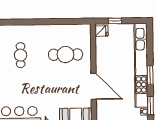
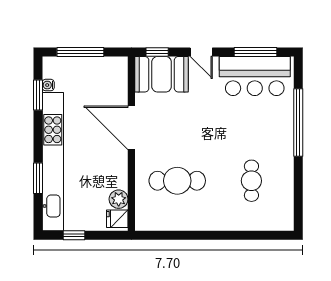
window: (115, 21) -> (74, 235), moved
plant: (101, 43) -> (119, 199), added
window: (150, 75) -> (38, 178), moved

